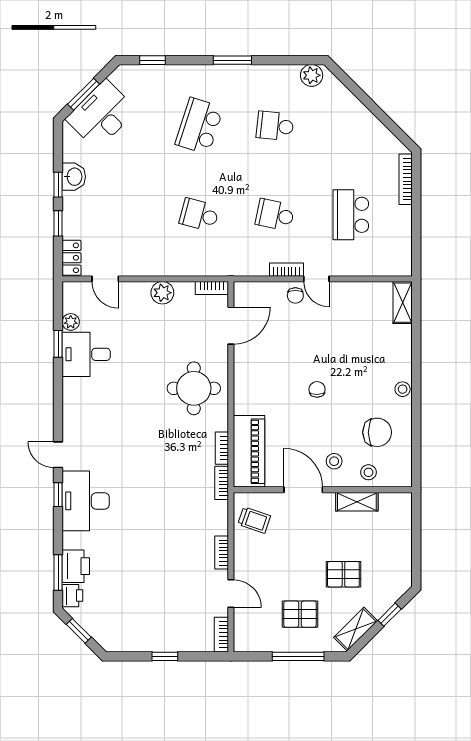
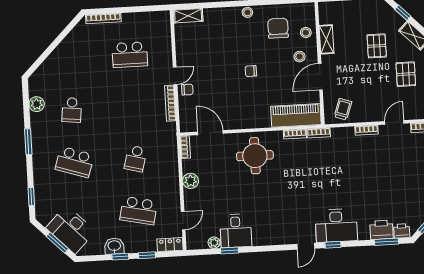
plant: (312, 75) -> (37, 104), moved
school desk: (275, 215) -> (139, 211), moved, width x1.85
bookcase: (286, 270) -> (170, 103), width x1.56

